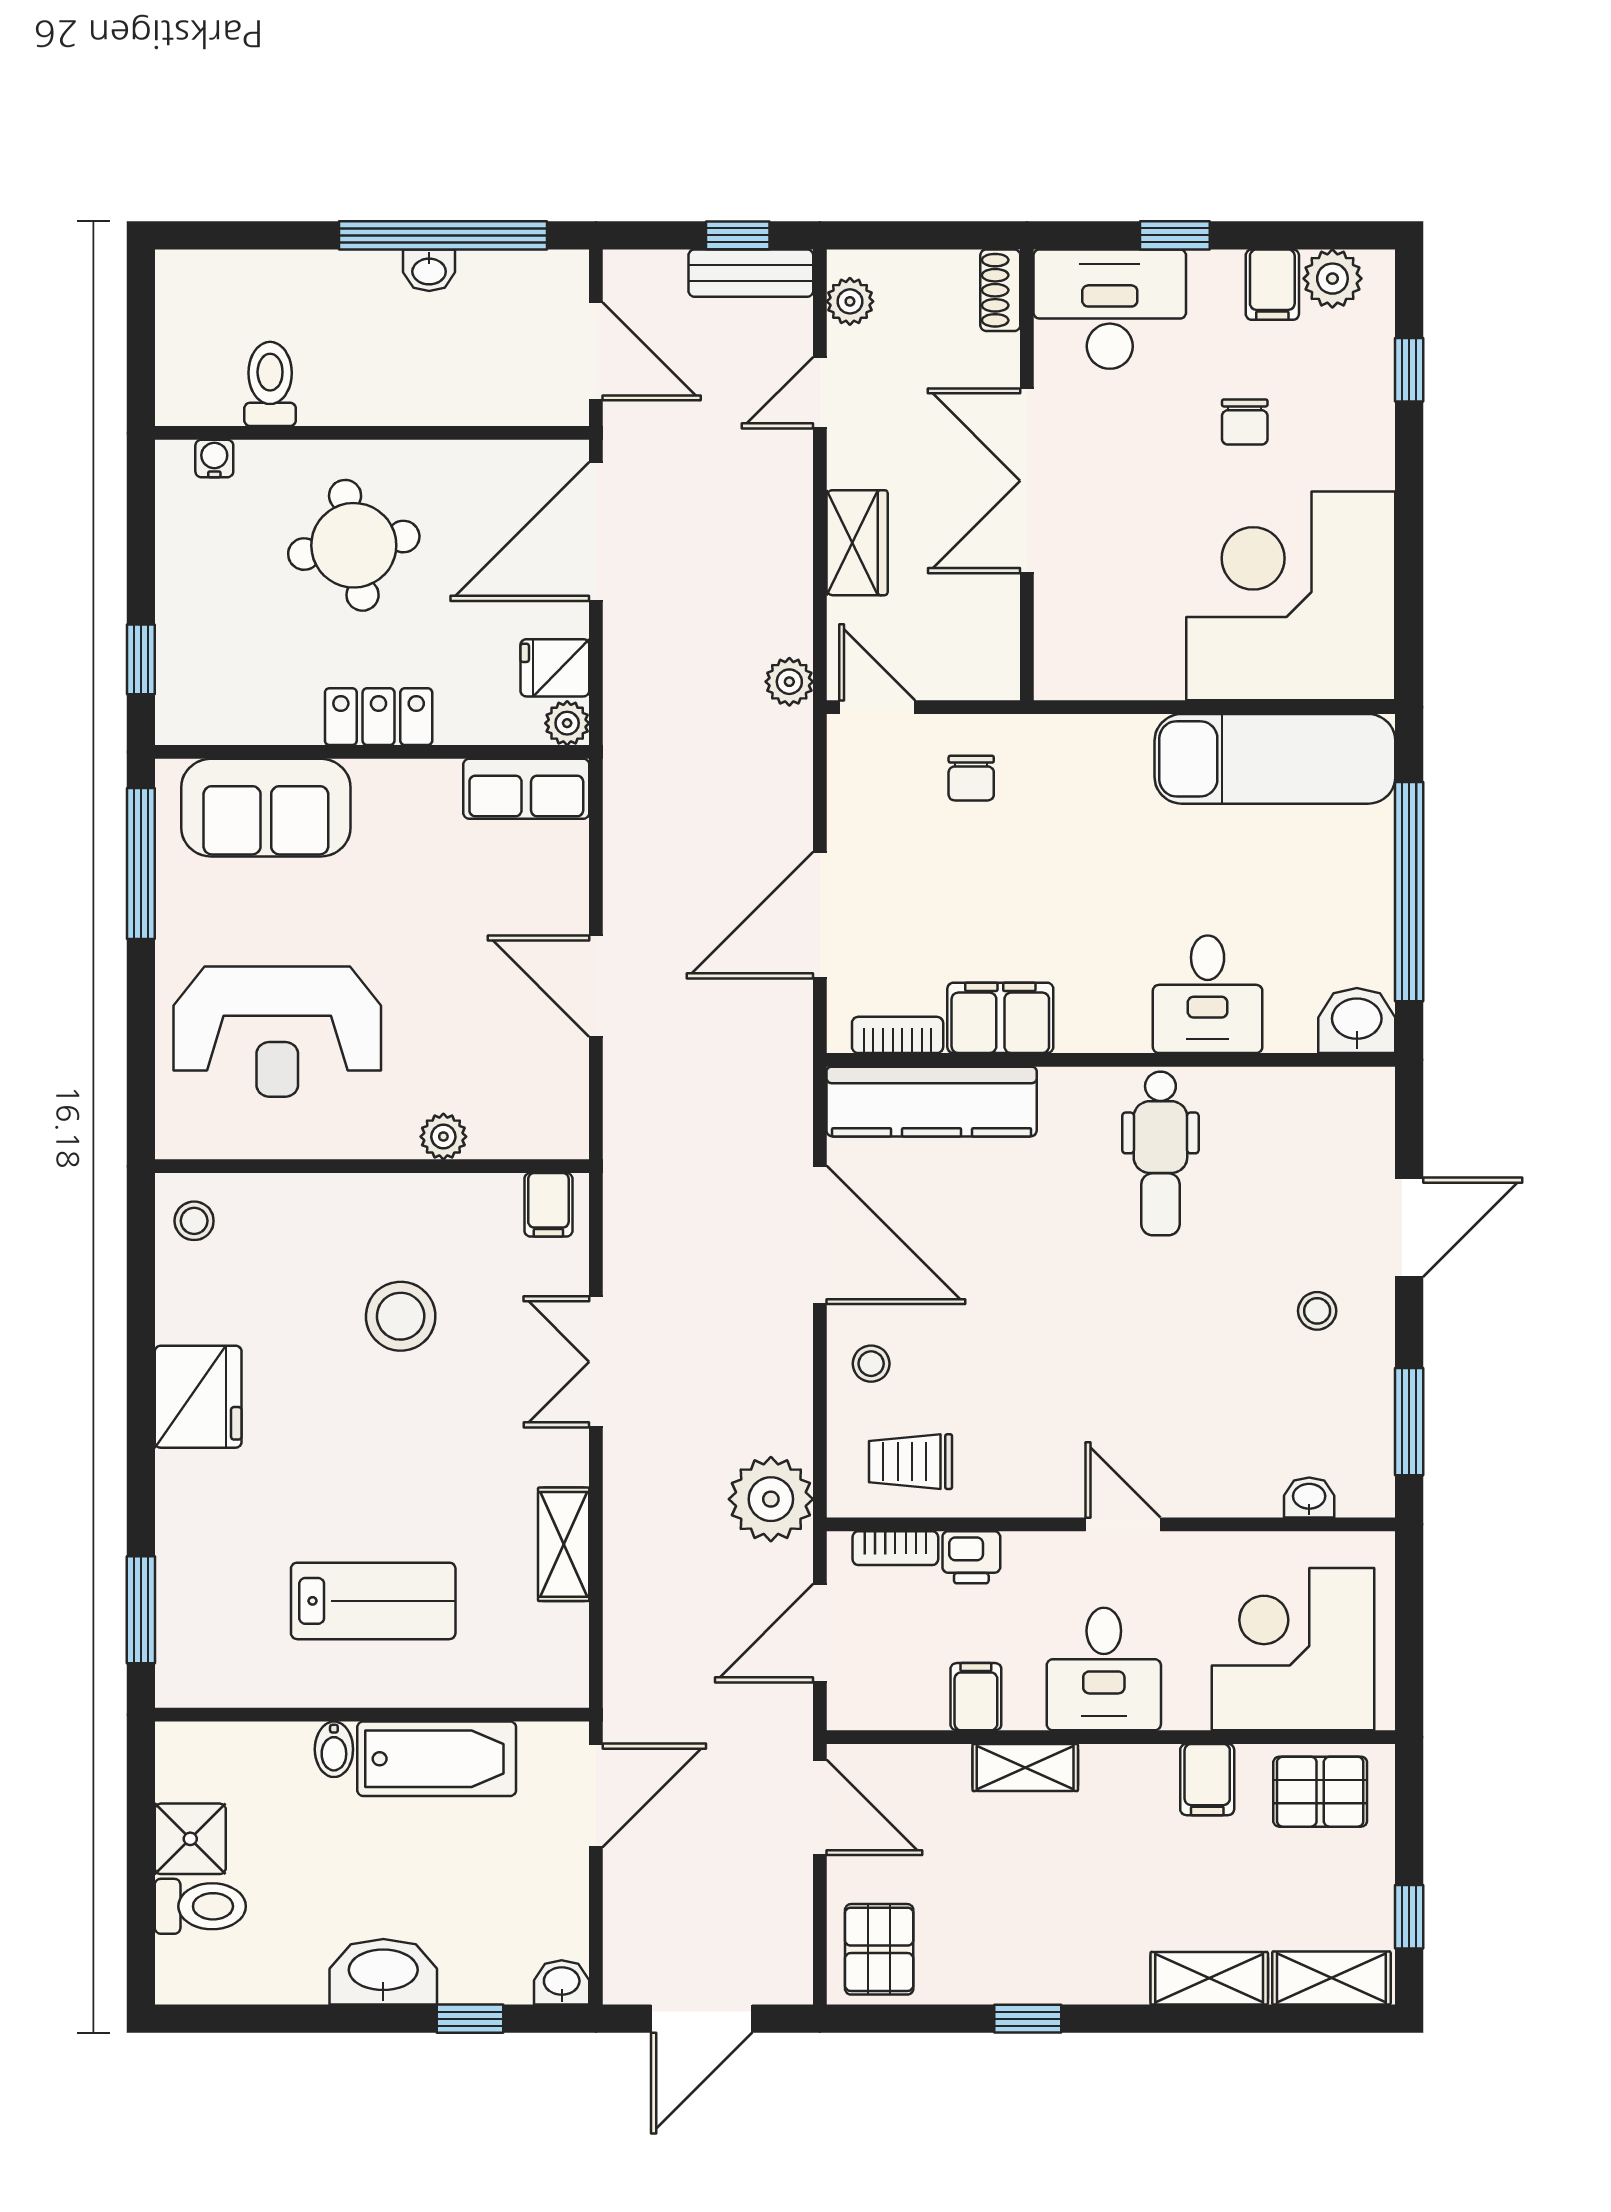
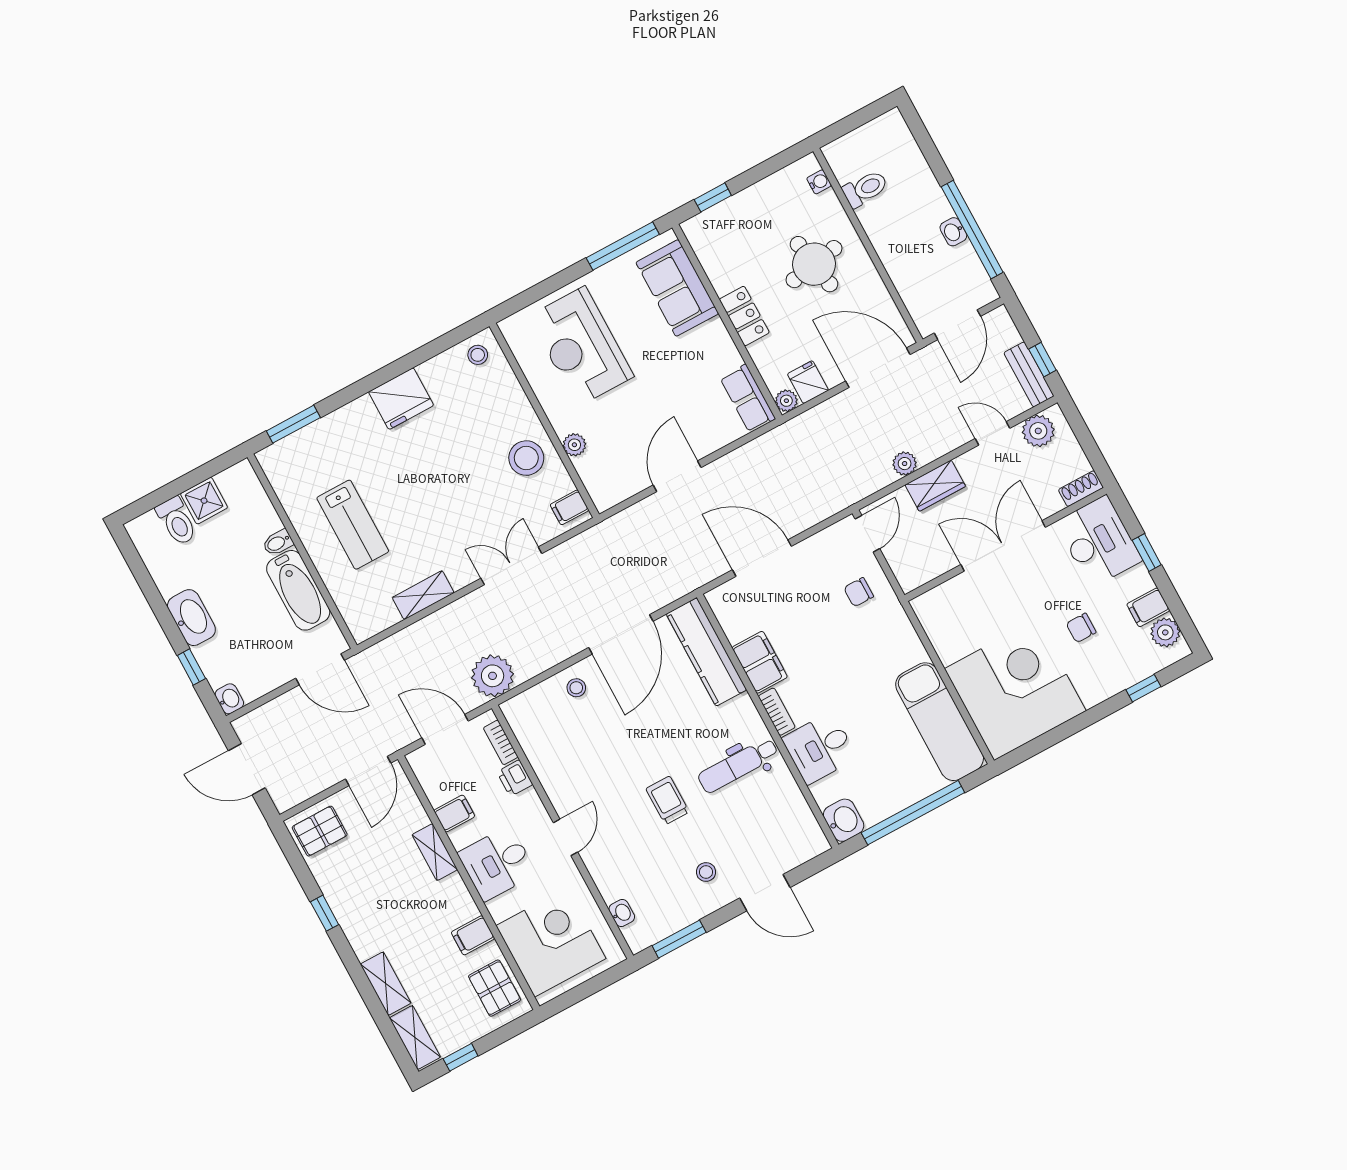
plant: (850, 301) -> (1038, 431), width x1.38, depth x1.38
plant: (789, 682) -> (905, 464), moved
bookcase: (898, 1035) -> (777, 712), moved
stool: (401, 1316) -> (526, 458), moved
trolley: (911, 1462) -> (668, 800), moved

